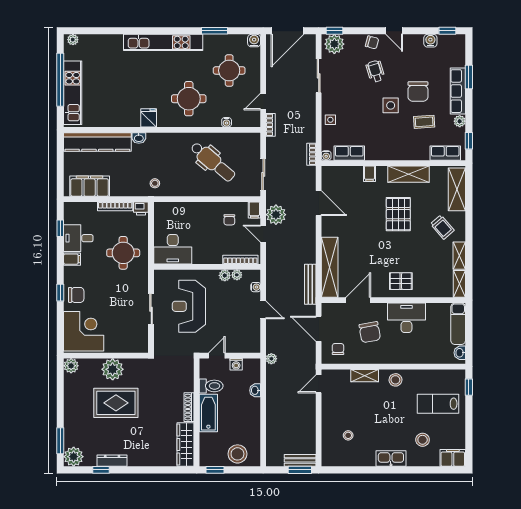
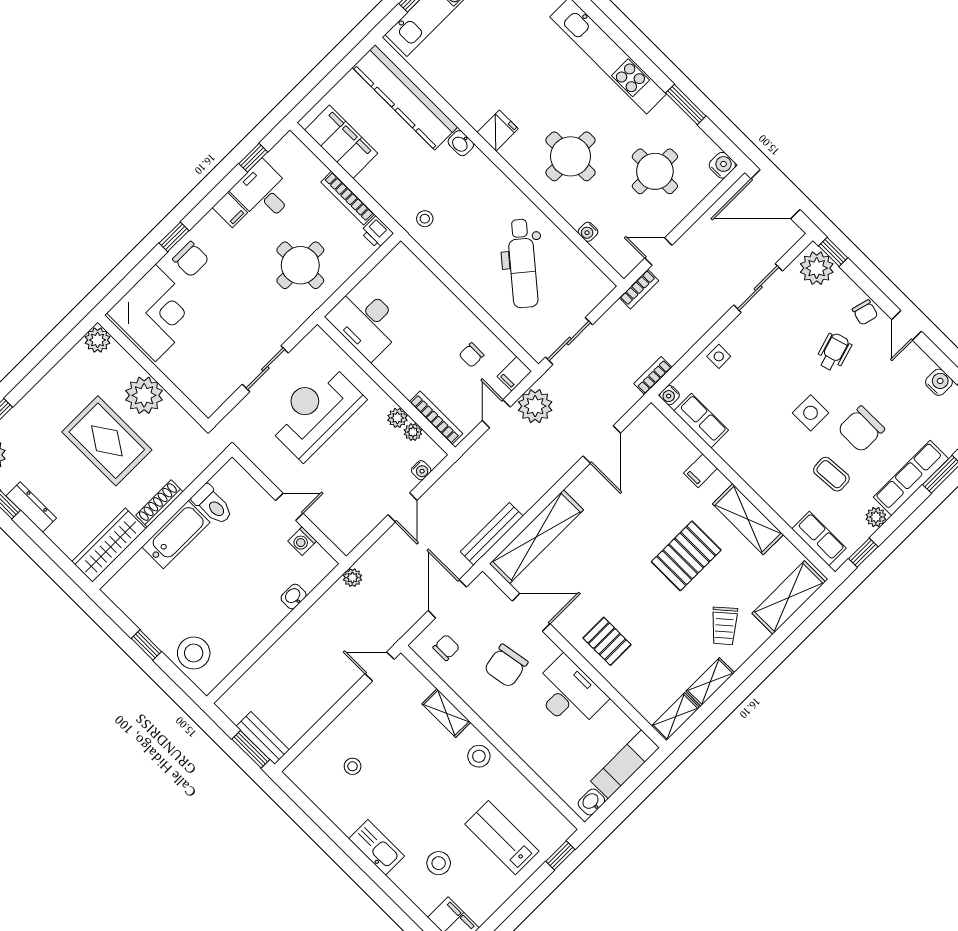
toilet: (211, 386) -> (213, 505), moved
shoe rack: (189, 407) -> (159, 503), moved
wall: (197, 412) -> (162, 519), moved
bathtub: (208, 413) -> (176, 535), moved
wardrobe: (185, 445) -> (109, 545), moved

